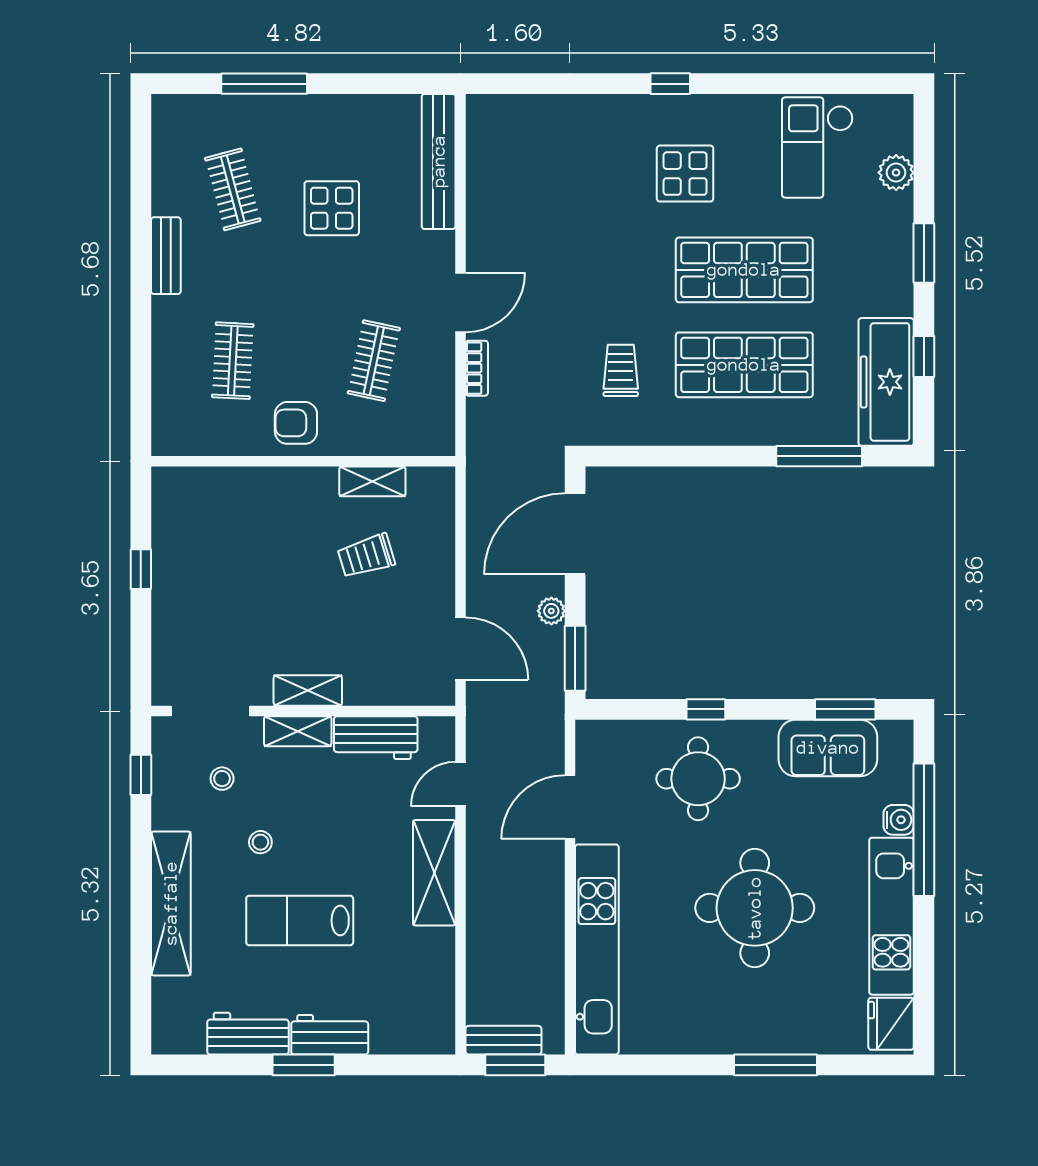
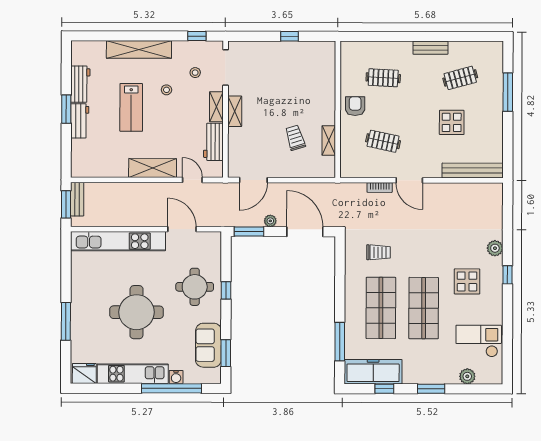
plant: (611, 112) -> (495, 248), added
lab bench: (300, 920) -> (131, 107), turned 180

